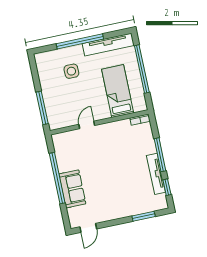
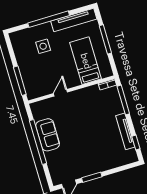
window: (142, 69) -> (105, 39), width x0.68
window: (160, 155) -> (123, 100), moved
sofa: (72, 189) -> (48, 135), moved
window: (144, 216) -> (92, 177), moved

